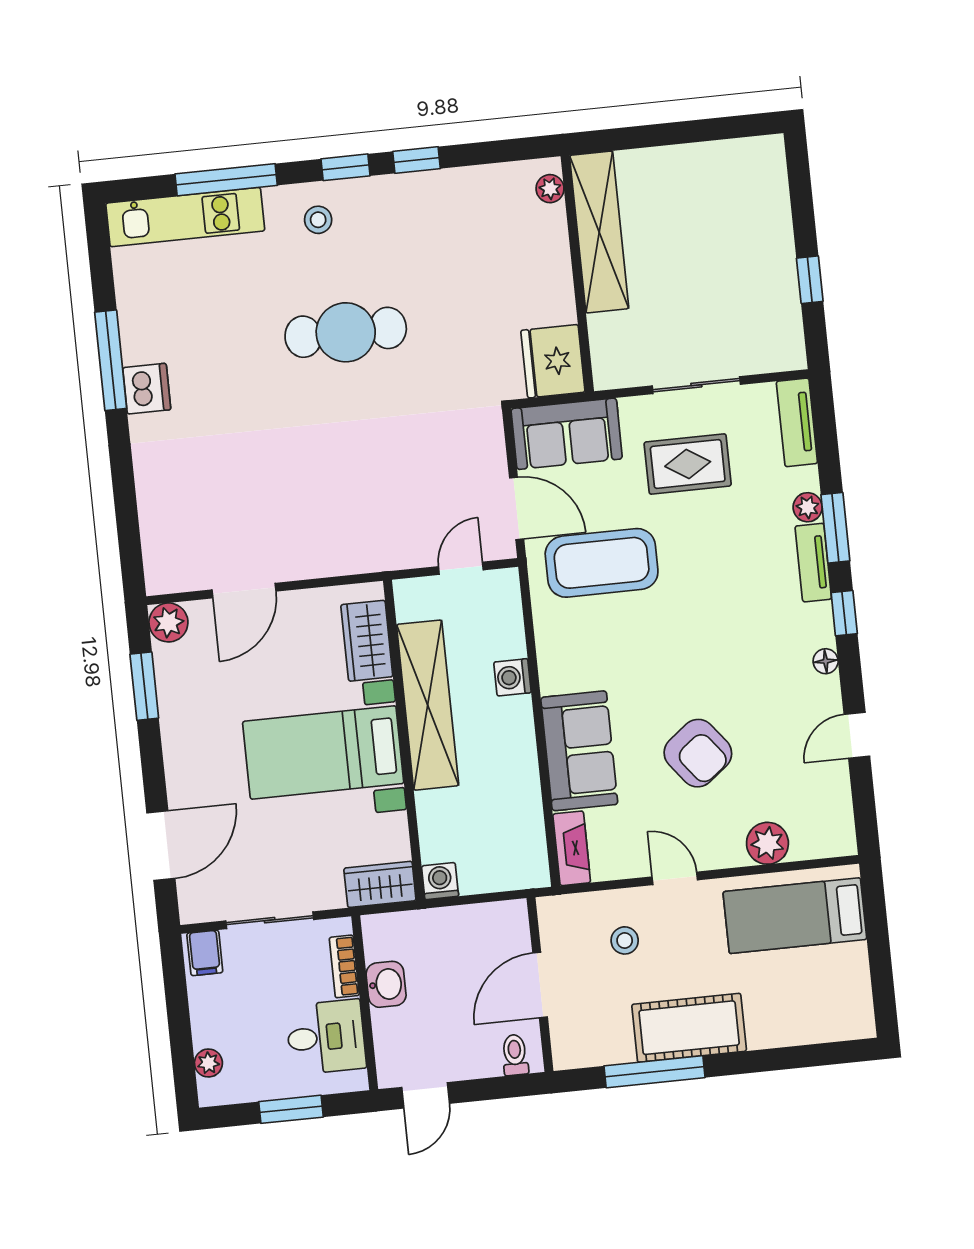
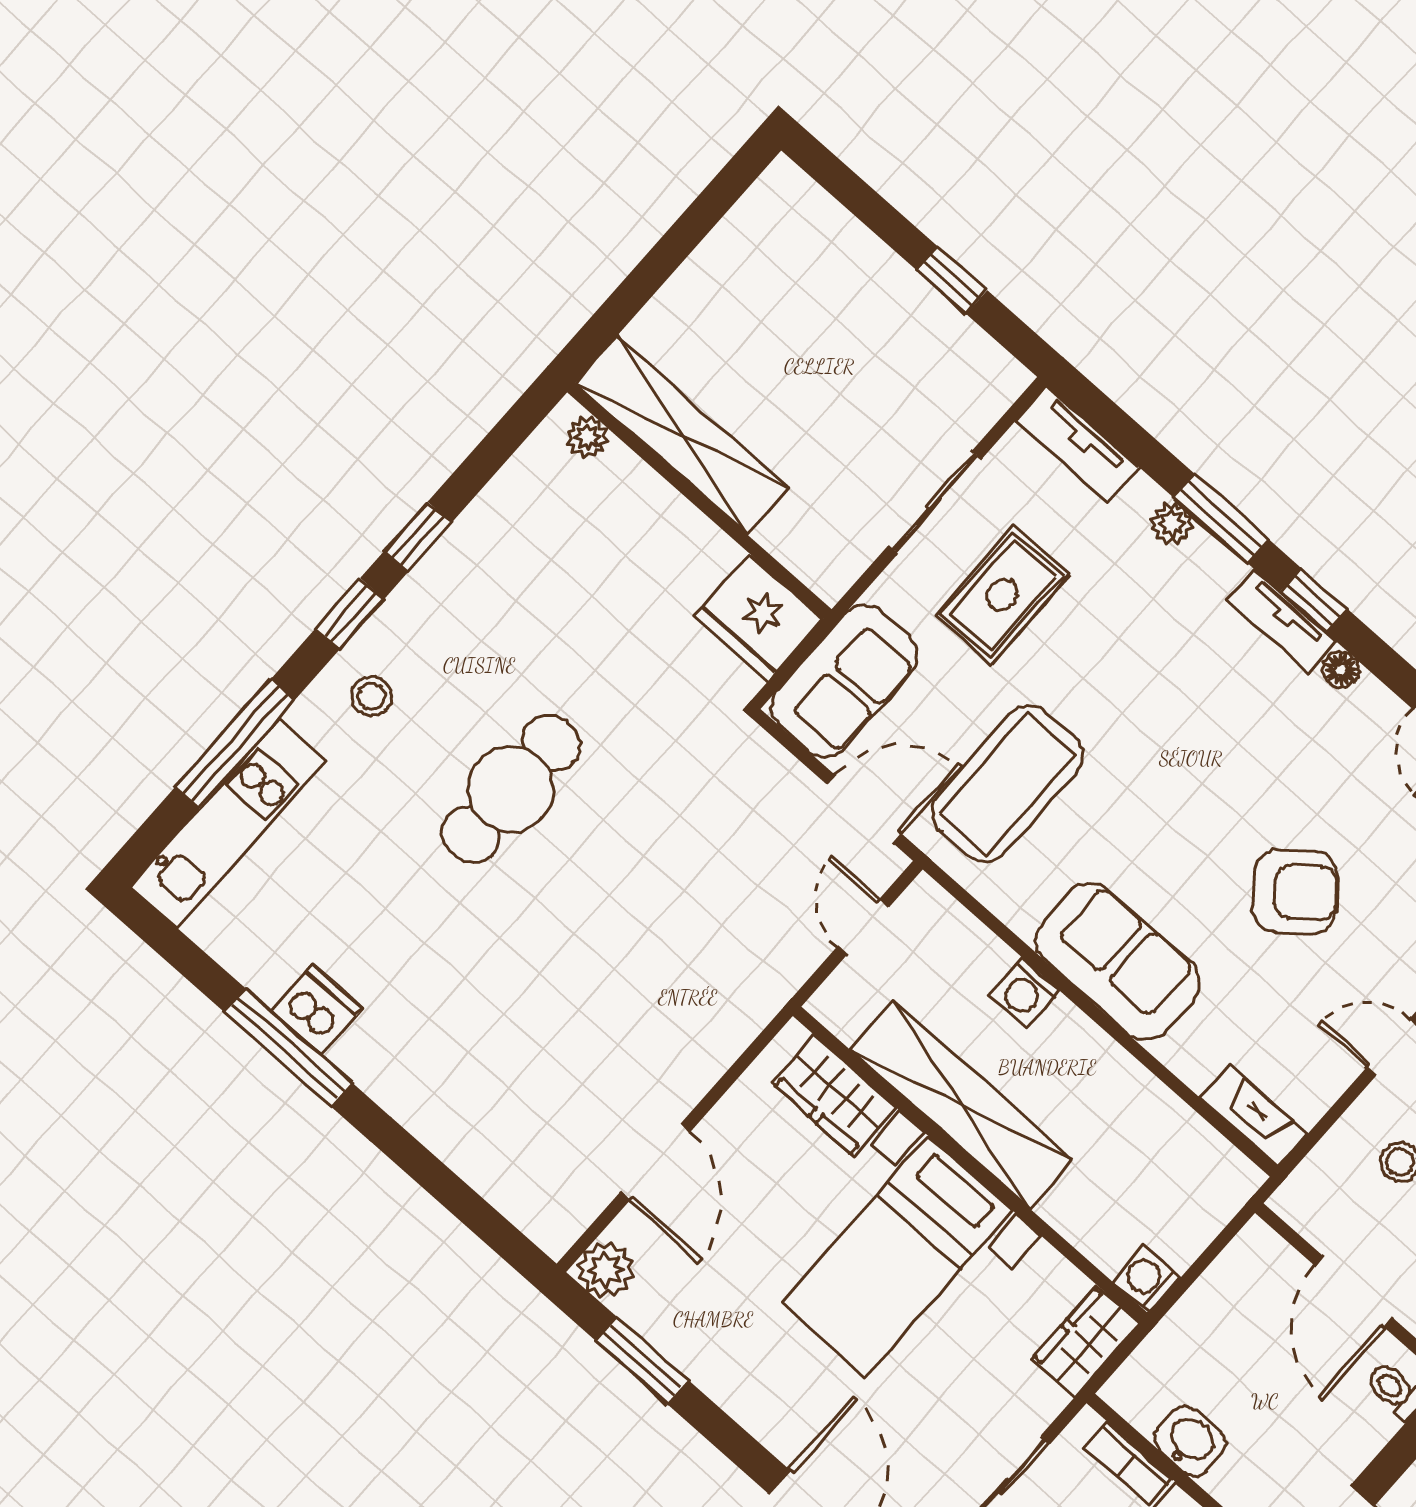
dishwasher: (147, 389) -> (317, 1009), moved
tv unit: (813, 563) -> (1281, 621), moved
sofa: (579, 751) -> (1118, 961), moved

